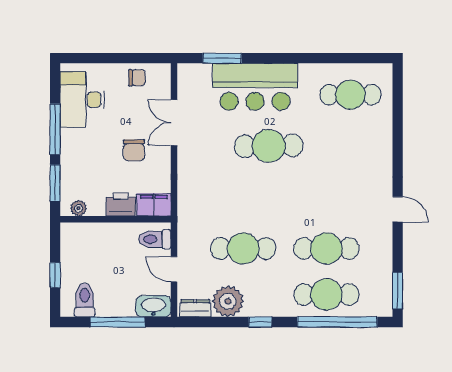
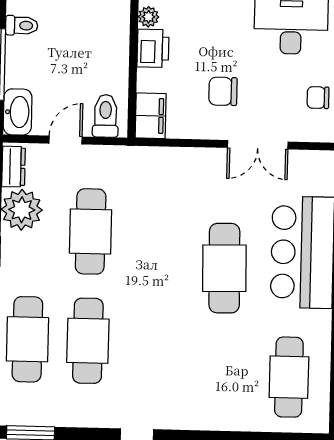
chair: (137, 78) -> (318, 98), turned 90
double door: (174, 123) -> (258, 145), swing flipped
printer: (121, 204) -> (153, 48), moved
toilet: (85, 300) -> (22, 25), width x0.73, depth x0.72

